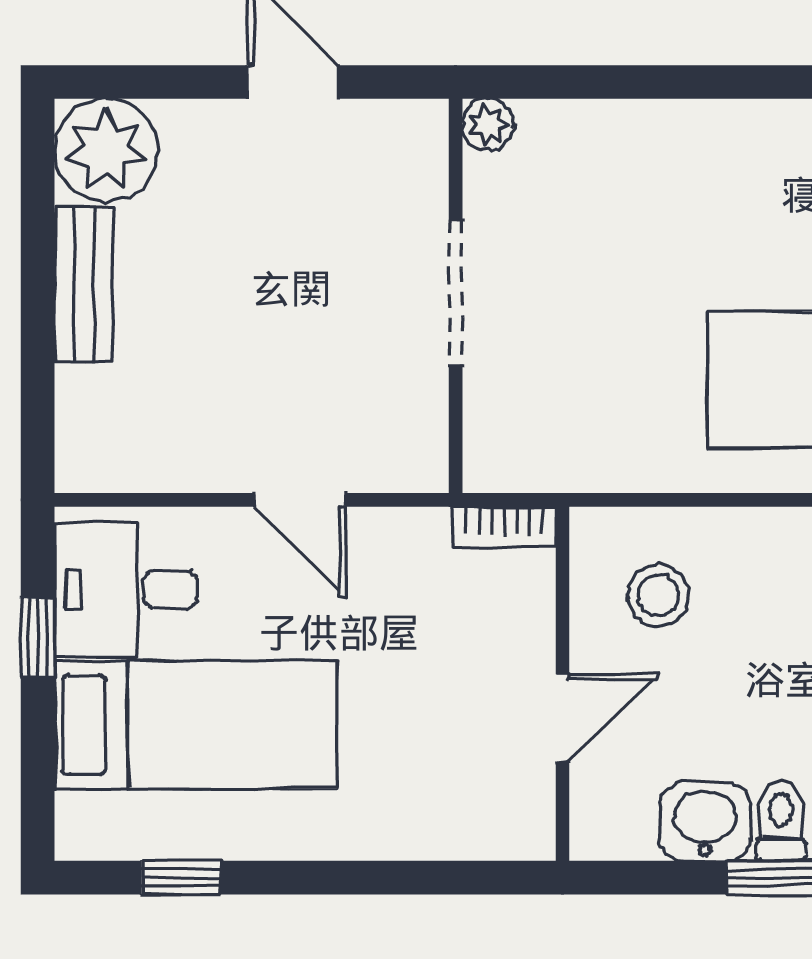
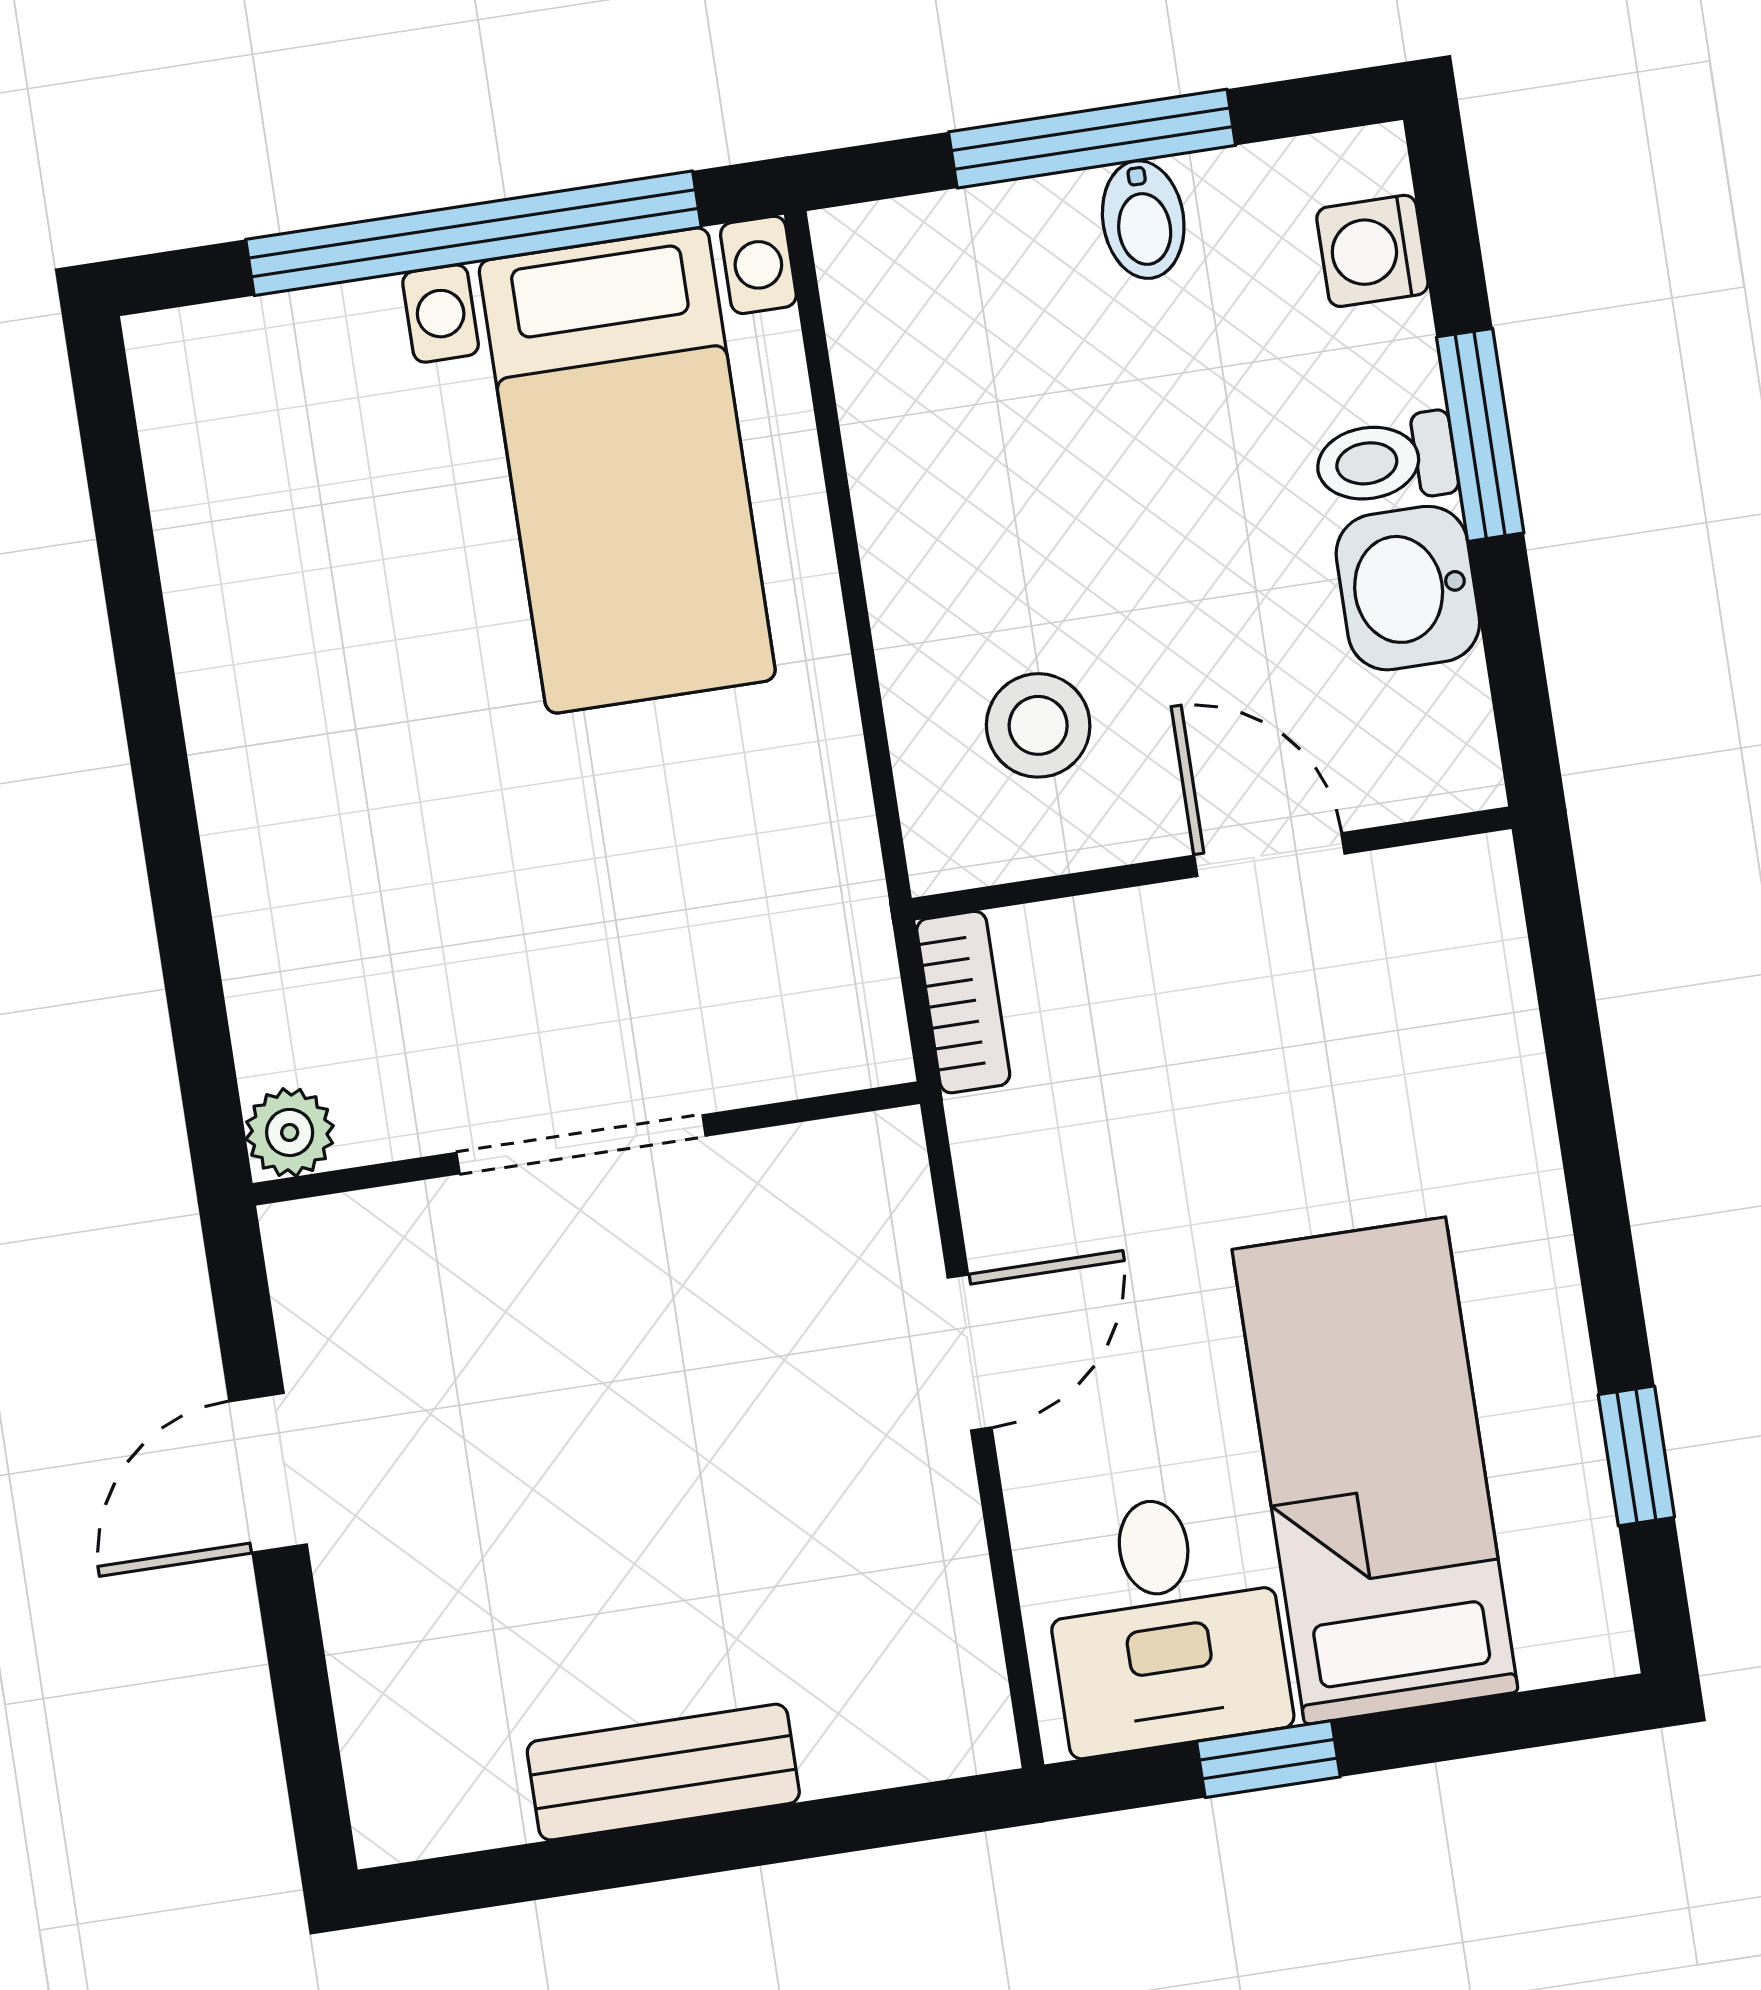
plant: (106, 150) -> (431, 1769), removed

